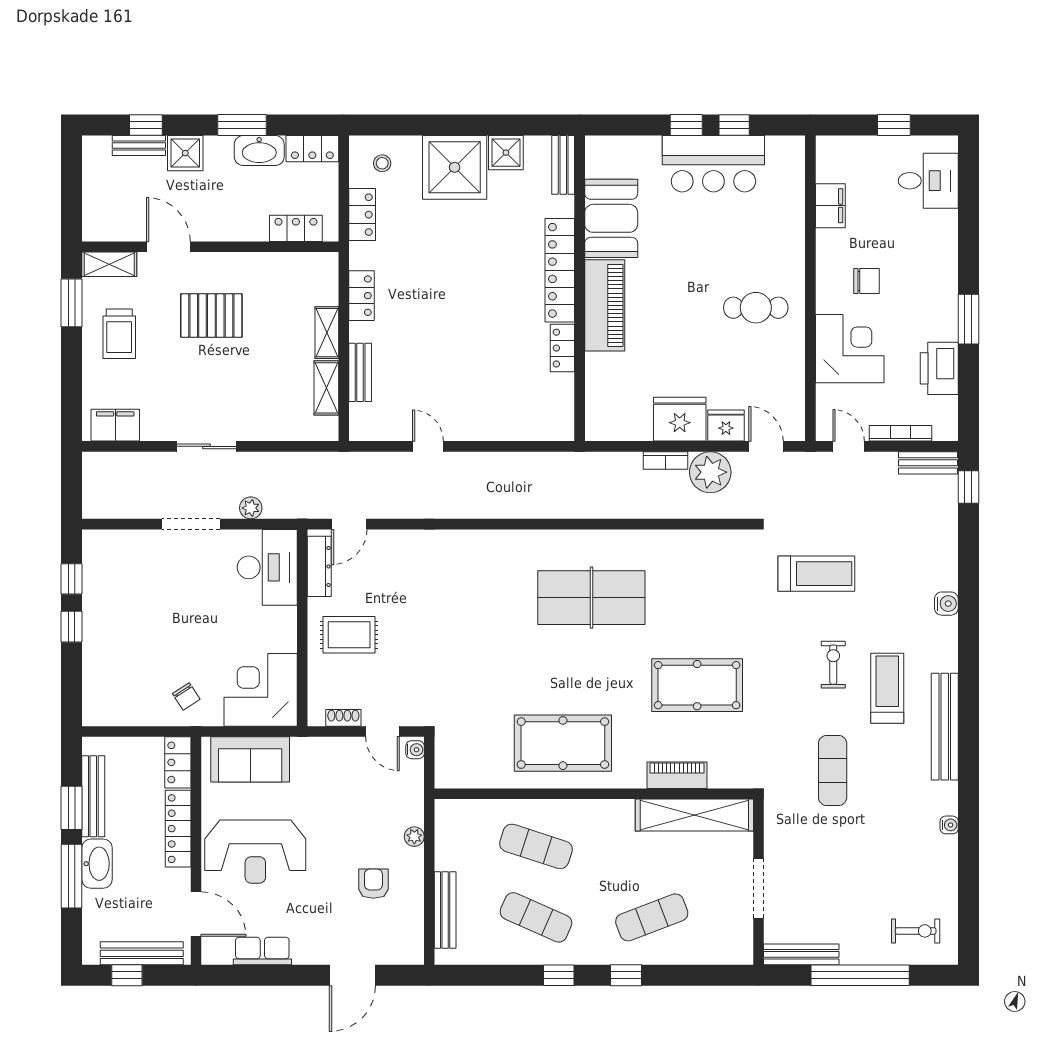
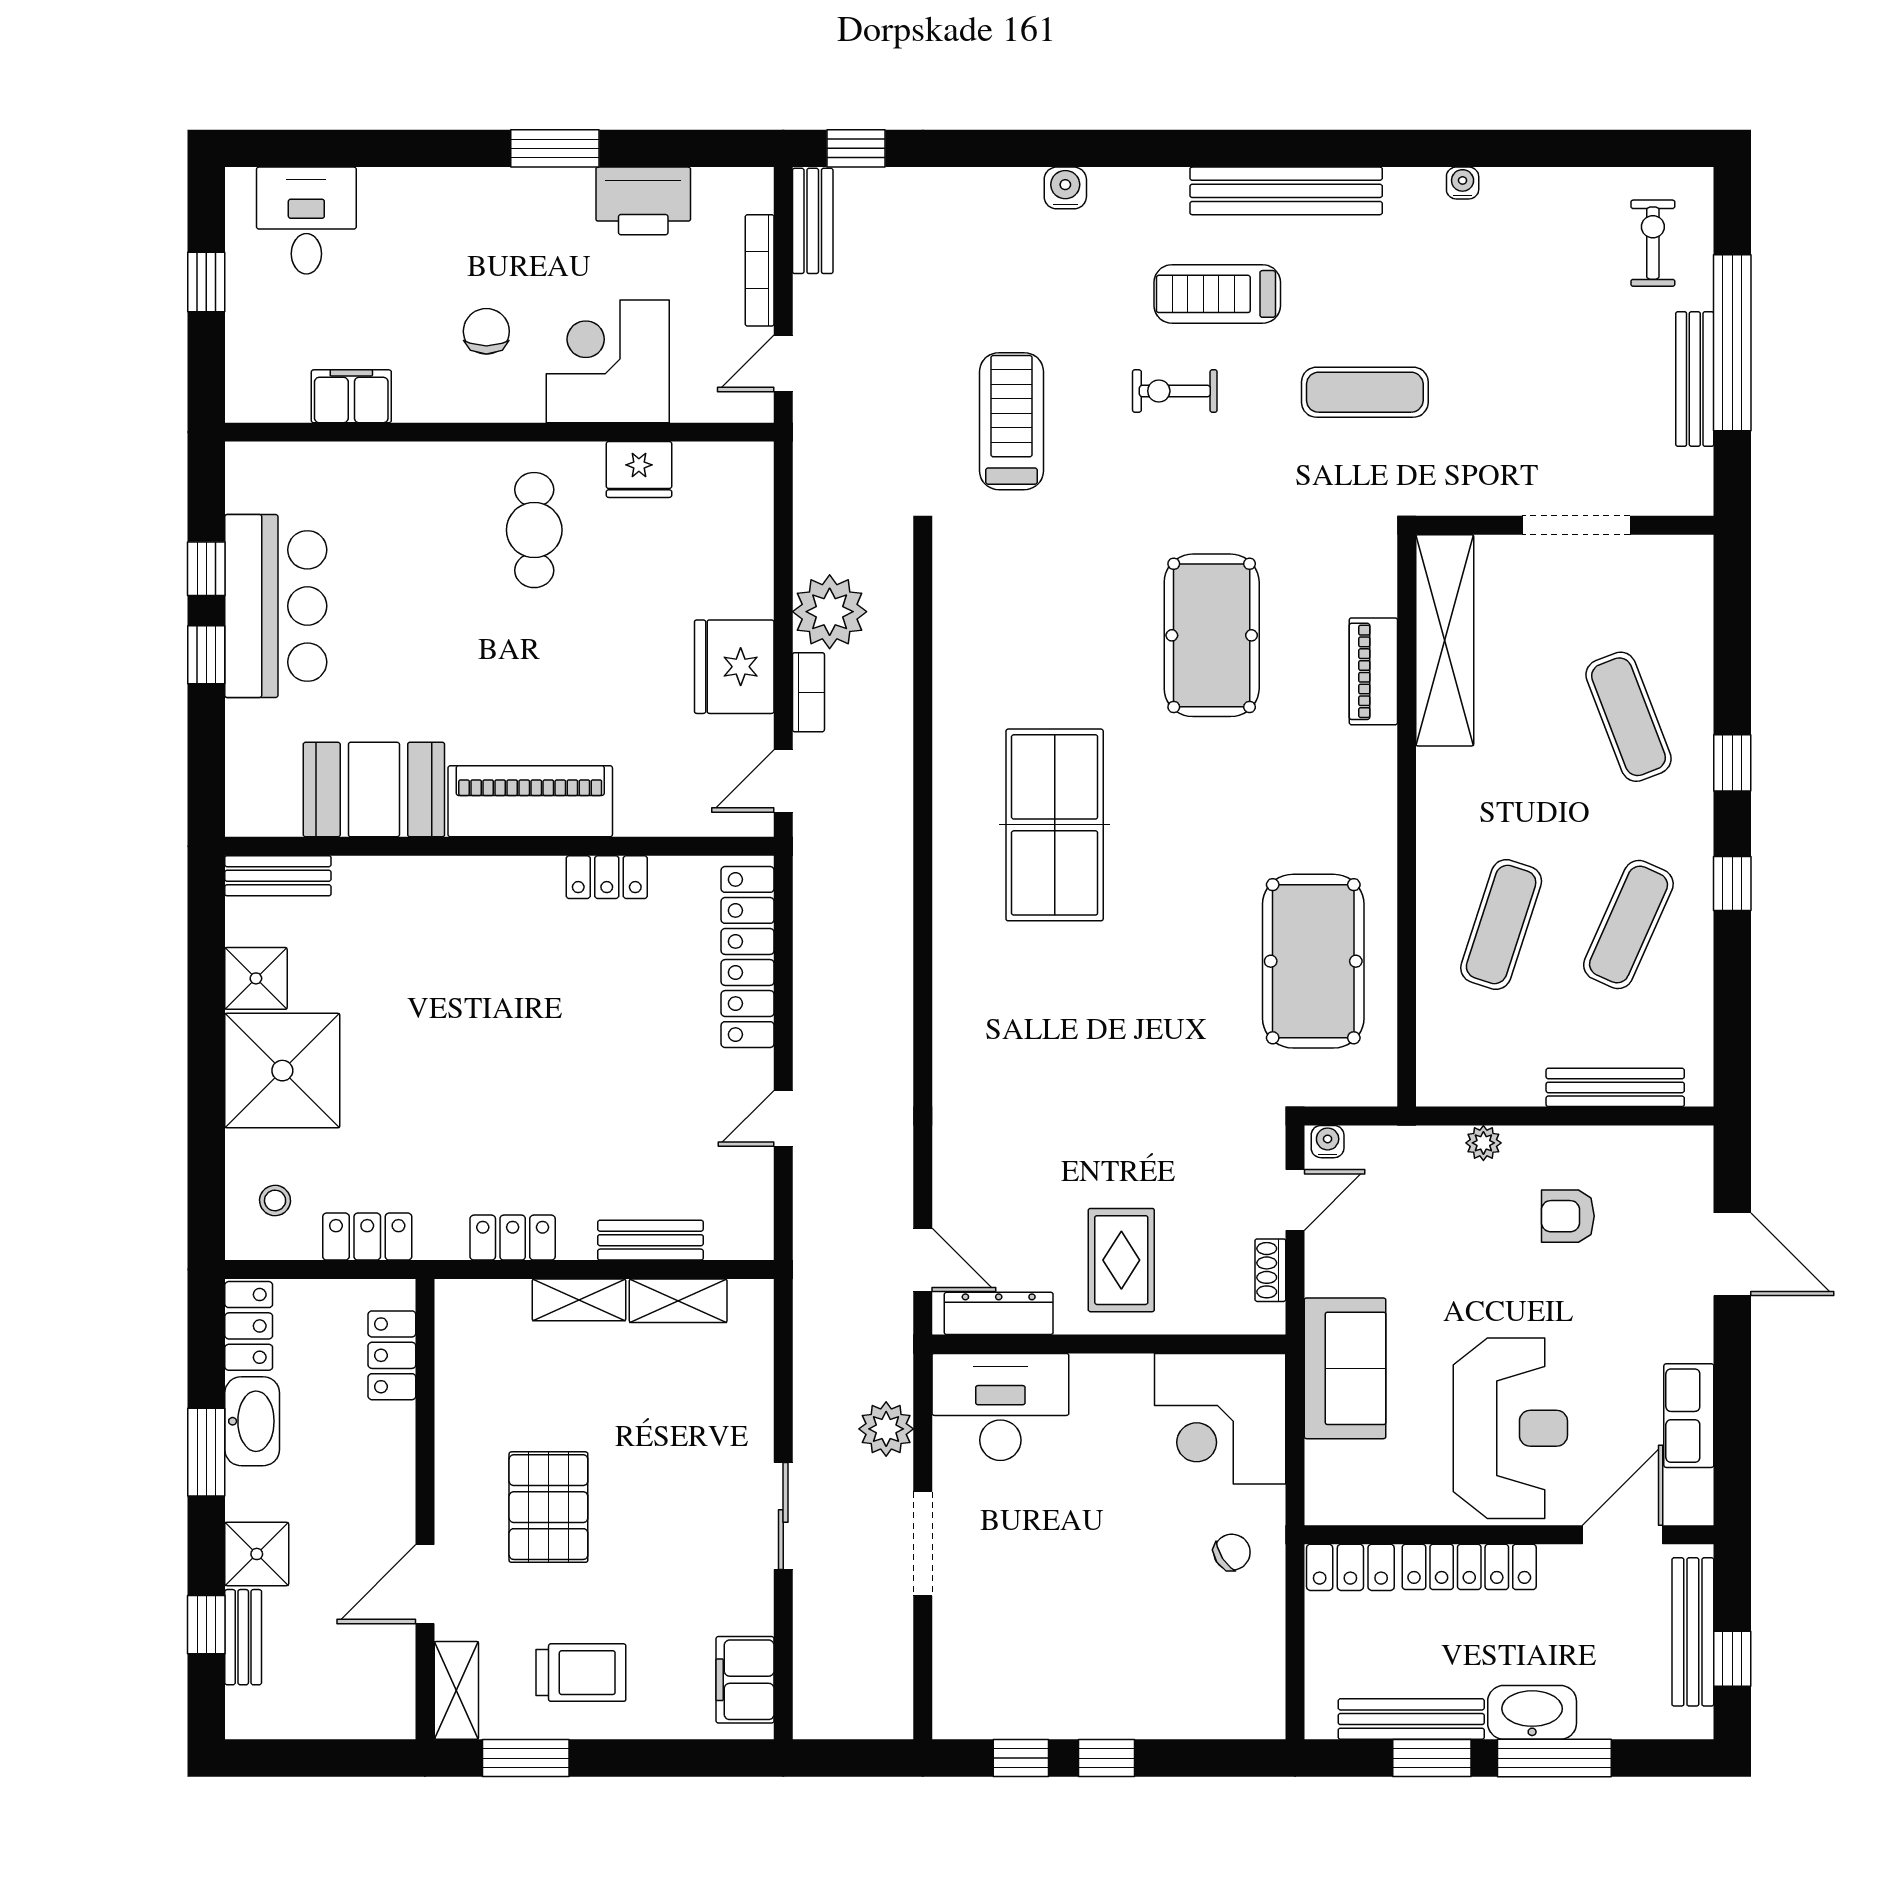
locker: (560, 270) -> (748, 957), moved, turned 90
fridge: (726, 426) -> (639, 469), moved, turned -90
door: (766, 446) -> (783, 781), moved
plant: (251, 508) -> (886, 1429), width x1.38, depth x1.38
pool table: (563, 743) -> (1313, 961), moved
sofa: (250, 759) -> (1345, 1368), moved
bench: (801, 954) -> (1695, 379), moved

